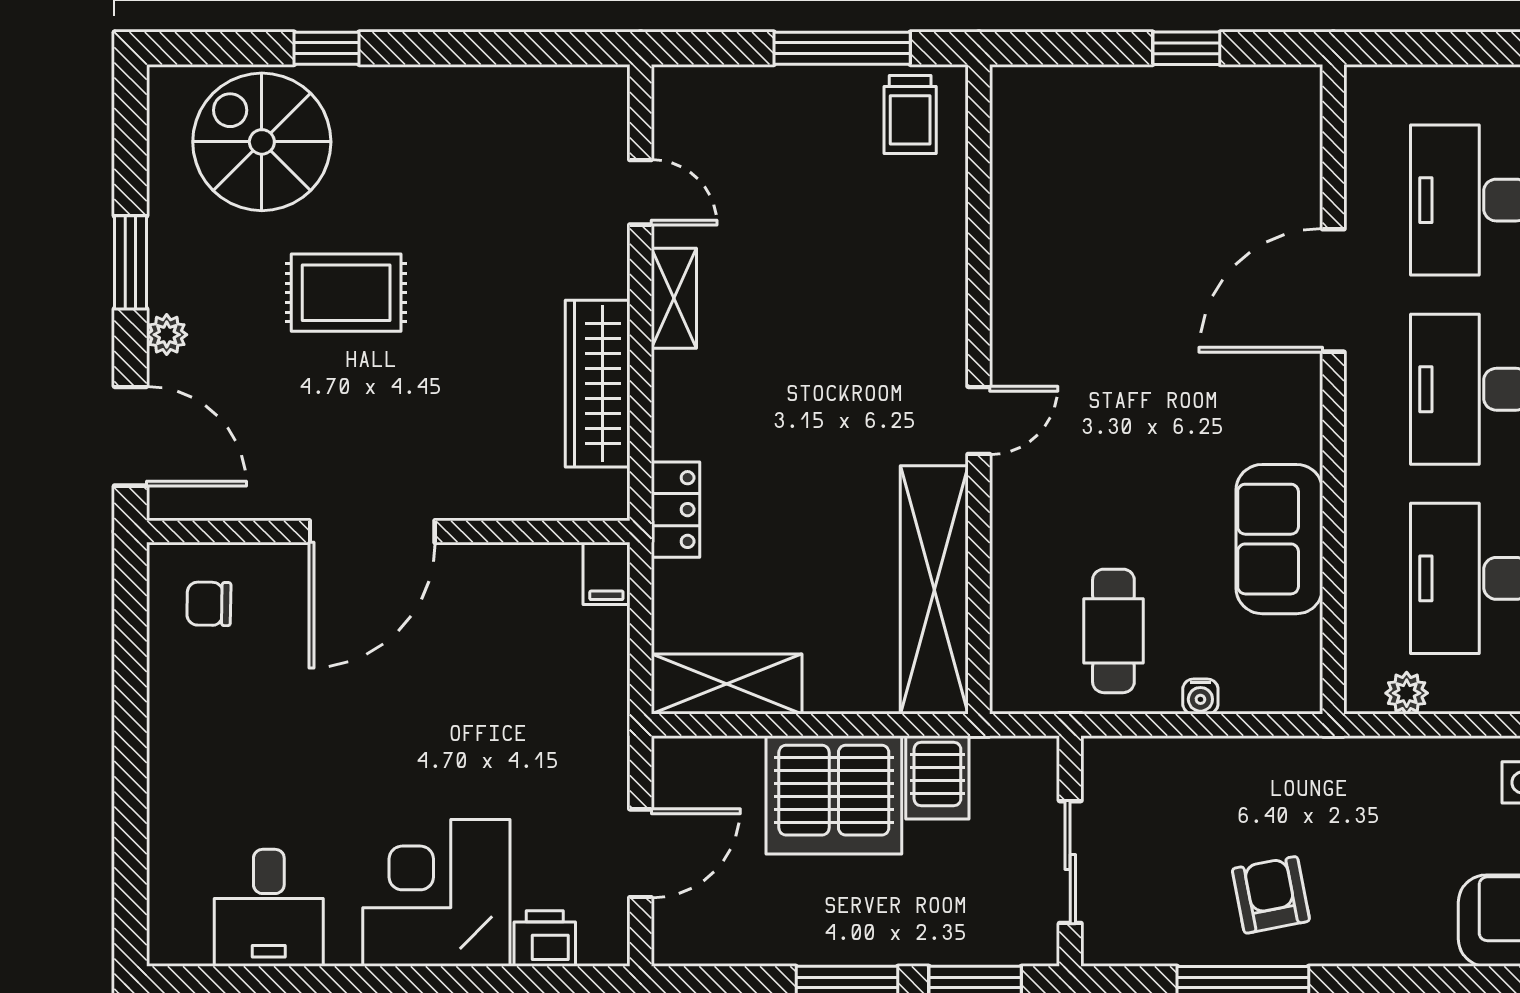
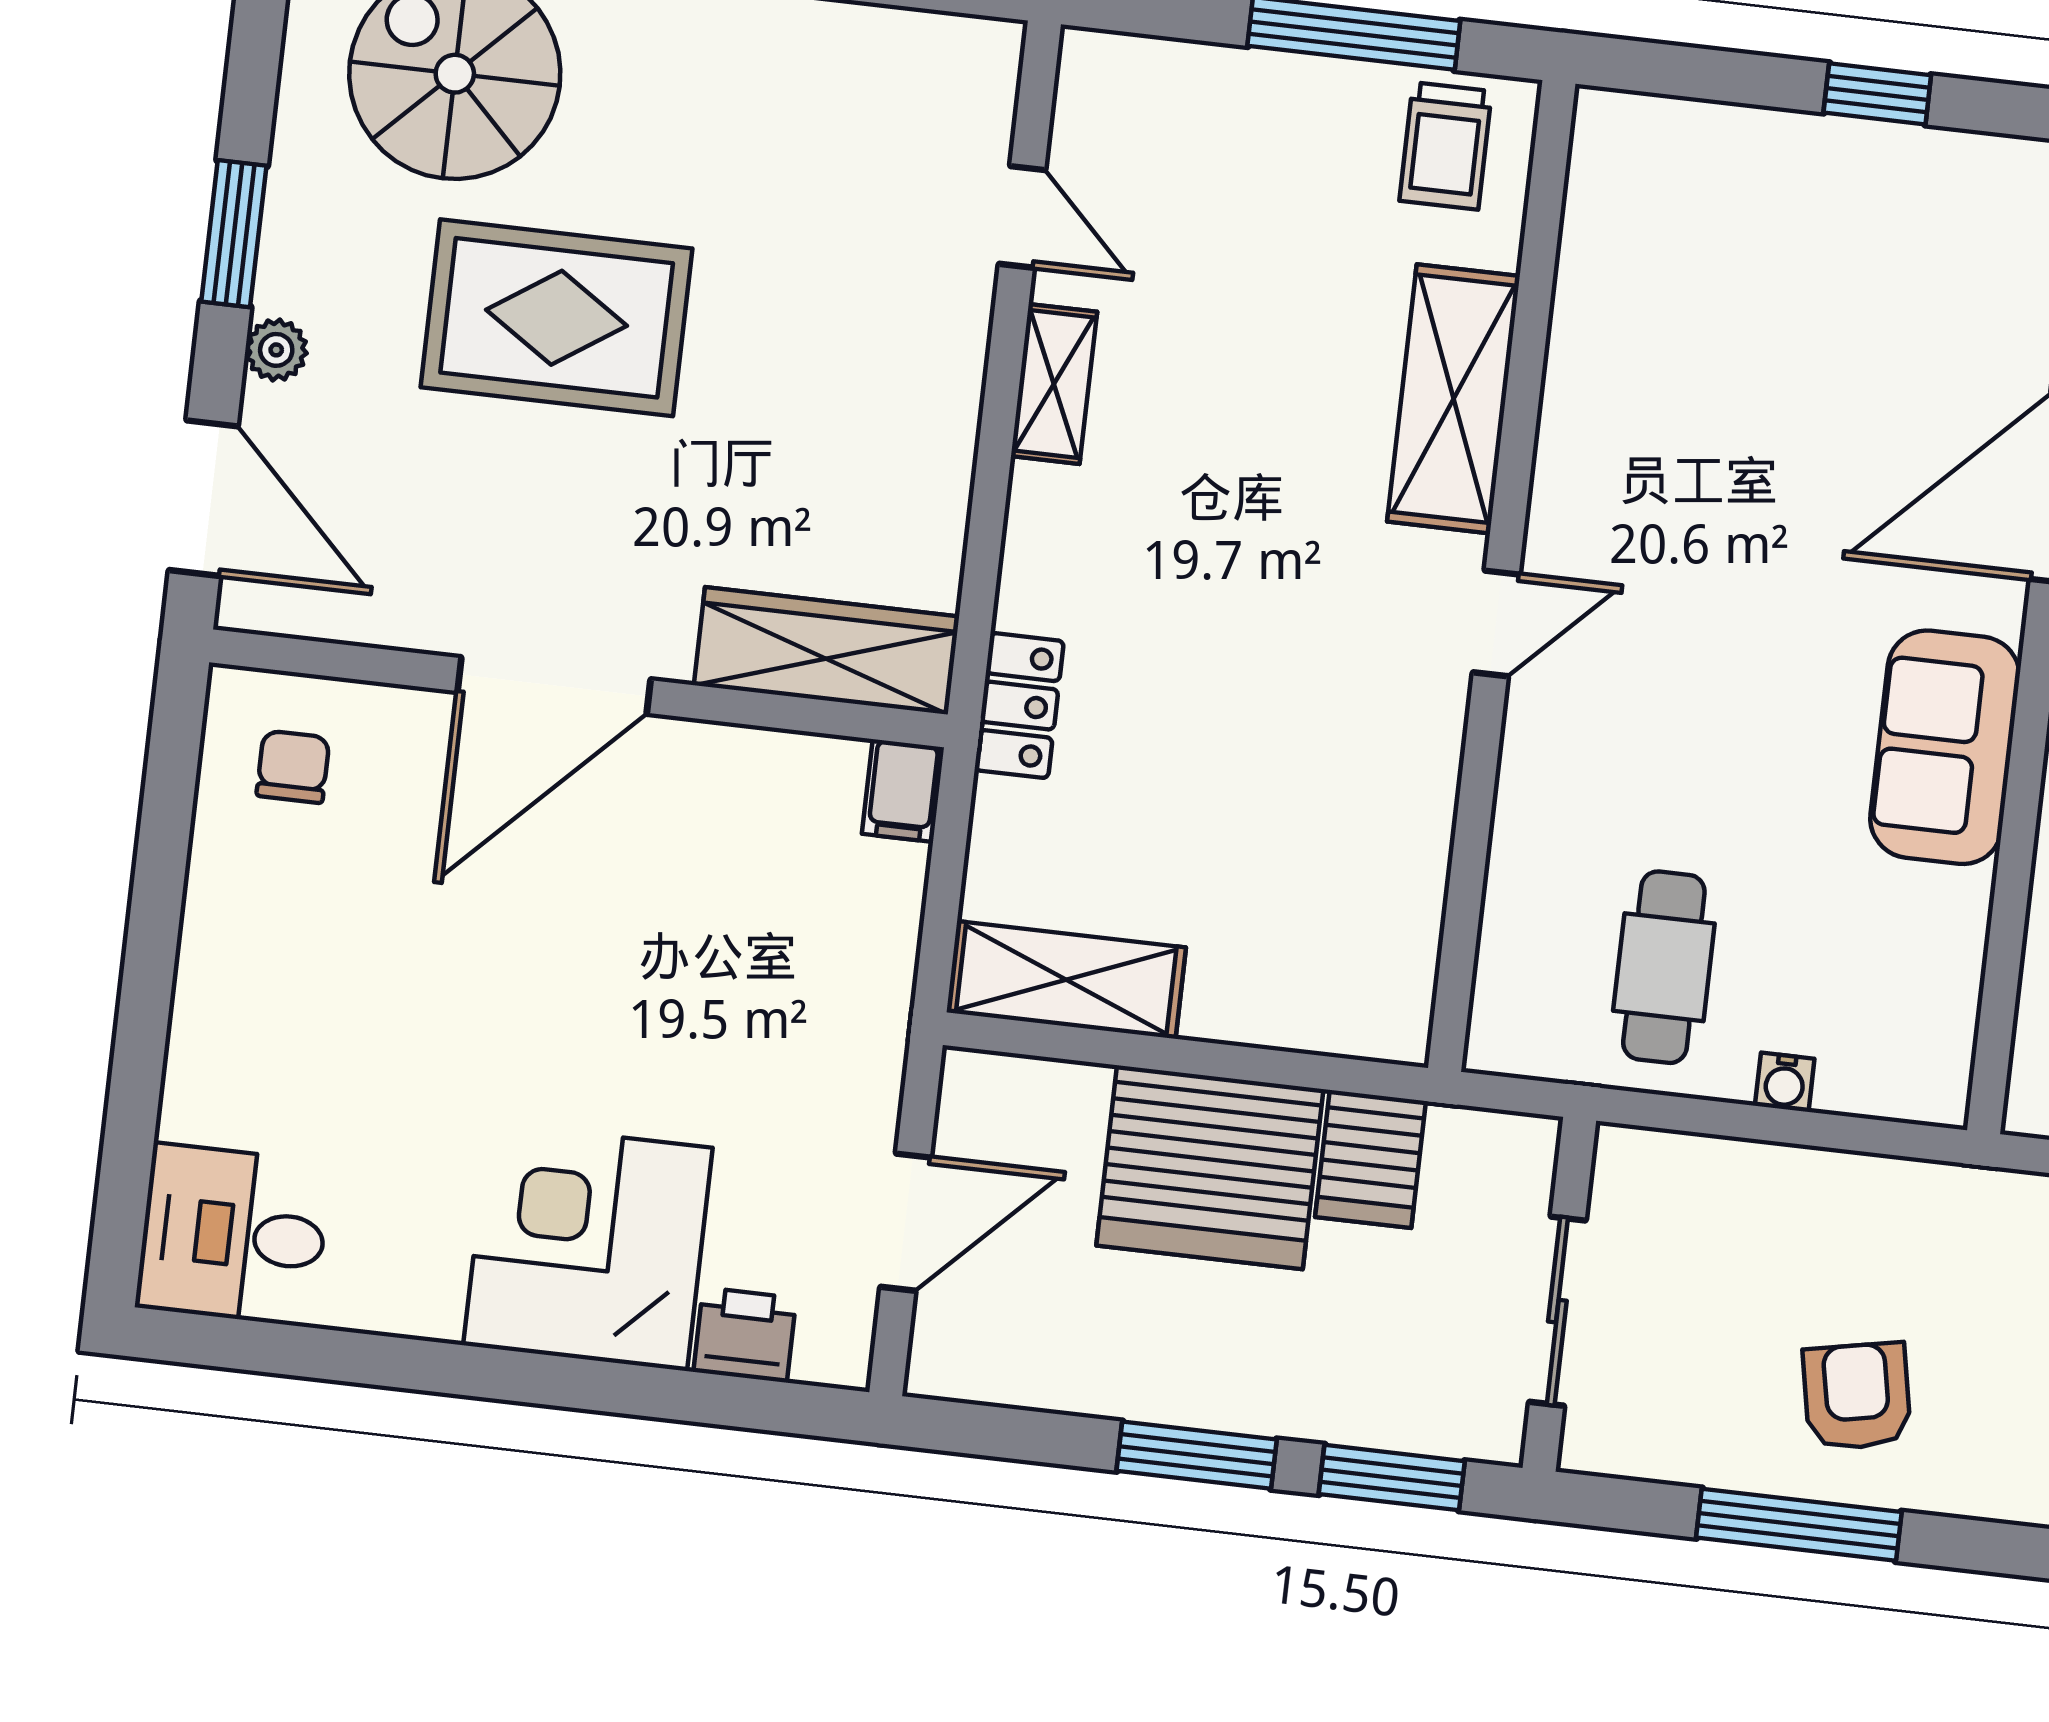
rug: (346, 293) -> (557, 318), width x1.36, depth x1.43
wardrobe: (598, 384) -> (826, 651), moved, turned 90
sofa: (1279, 539) -> (1945, 747), moved
shelving: (934, 590) -> (1454, 399), moved, width x0.68
chair: (209, 604) -> (293, 767), turned 89
desk: (269, 908) -> (233, 1235), moved, turned 90

